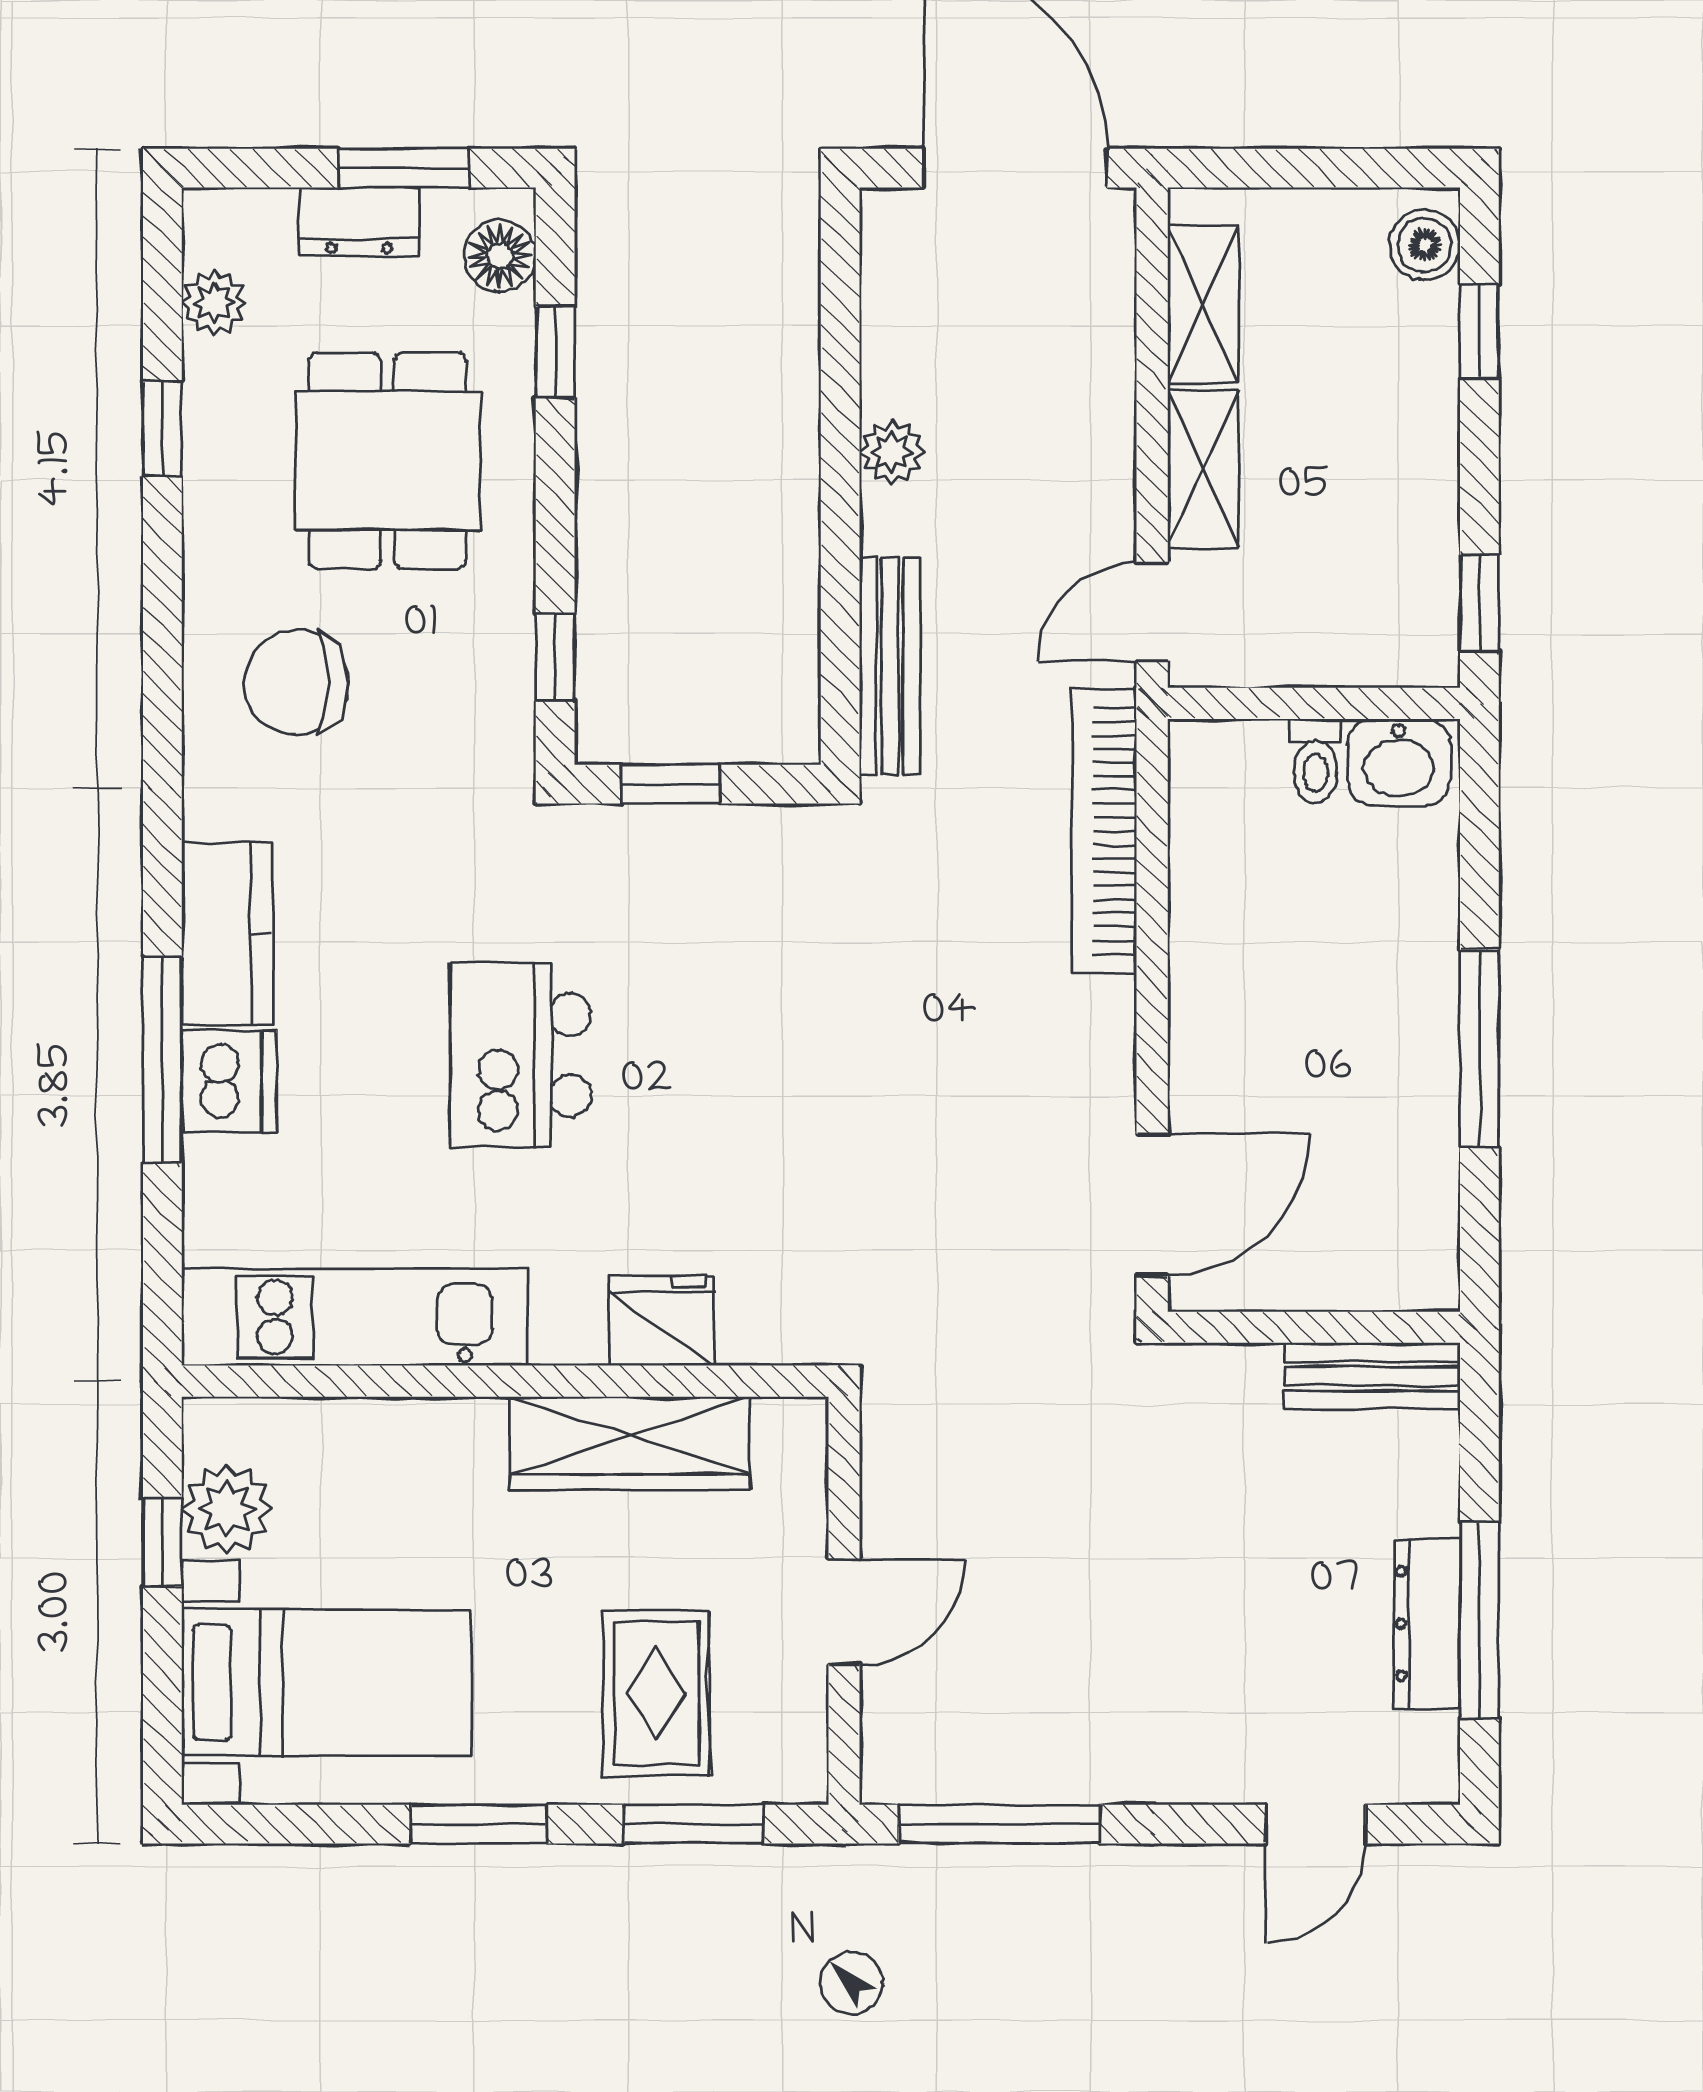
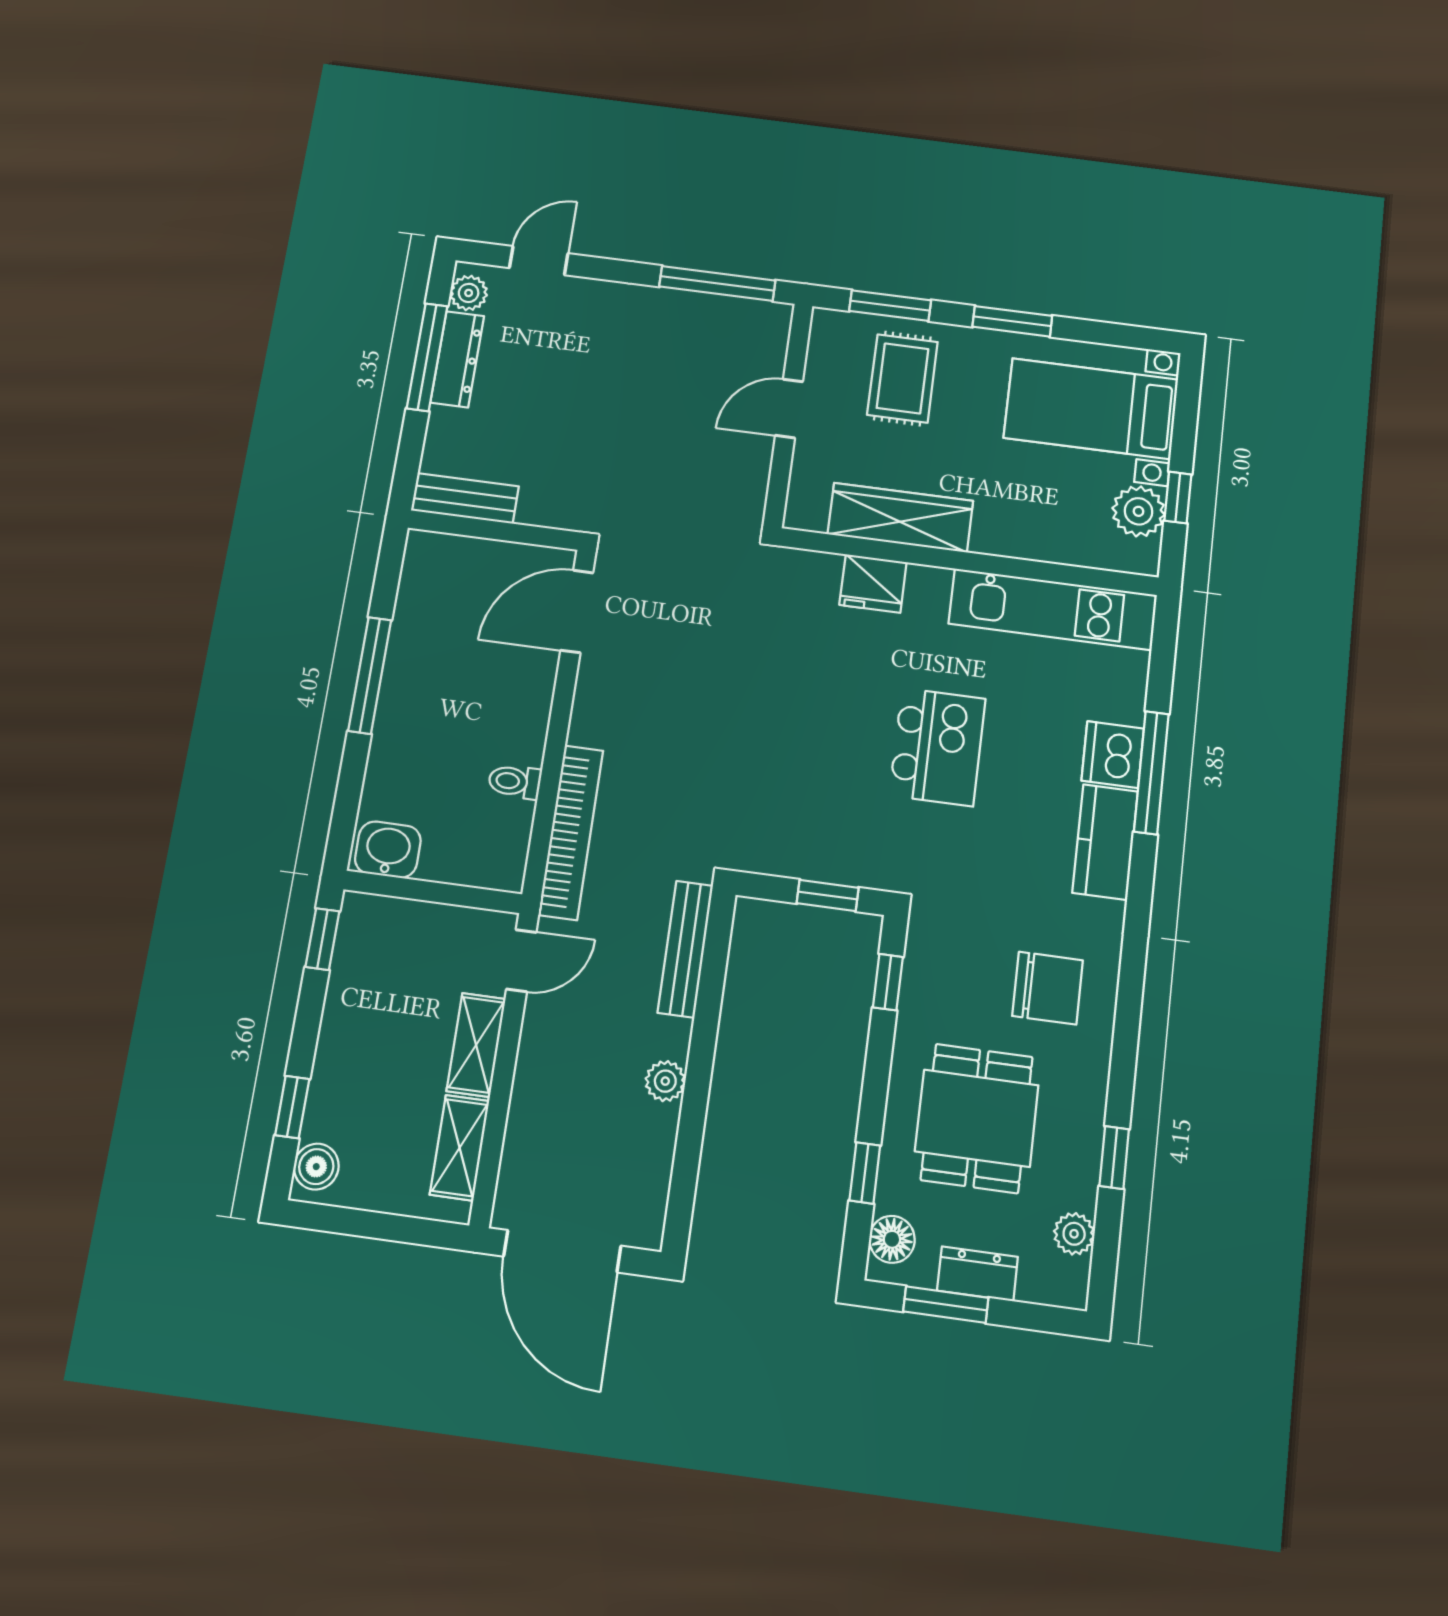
toilet: (1315, 761) -> (515, 782), moved, turned -90
plant: (1427, 1747) -> (469, 293), added

